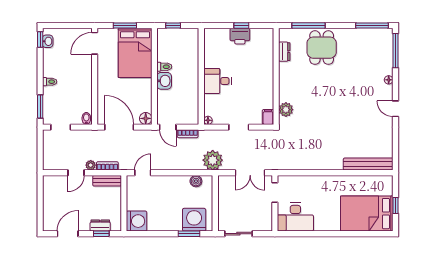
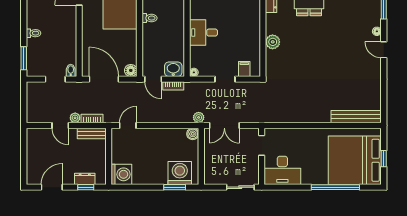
washbasin: (164, 81) -> (173, 69), moved, turned -90
door: (395, 109) -> (384, 50), moved
plant: (286, 110) -> (273, 42), moved
filing cabinet: (268, 117) -> (244, 69), moved
doorway: (61, 127) -> (55, 79), moved
plant: (213, 160) -> (199, 117), width x0.53, depth x0.53
door: (76, 173) -> (60, 125), hinge flipped
double door: (250, 173) -> (224, 125), moved
boiler: (196, 181) -> (193, 134), moved
bed: (367, 214) -> (355, 160), width x1.36
sliding door: (238, 234) -> (240, 187), moved
window: (348, 234) -> (335, 187), added

